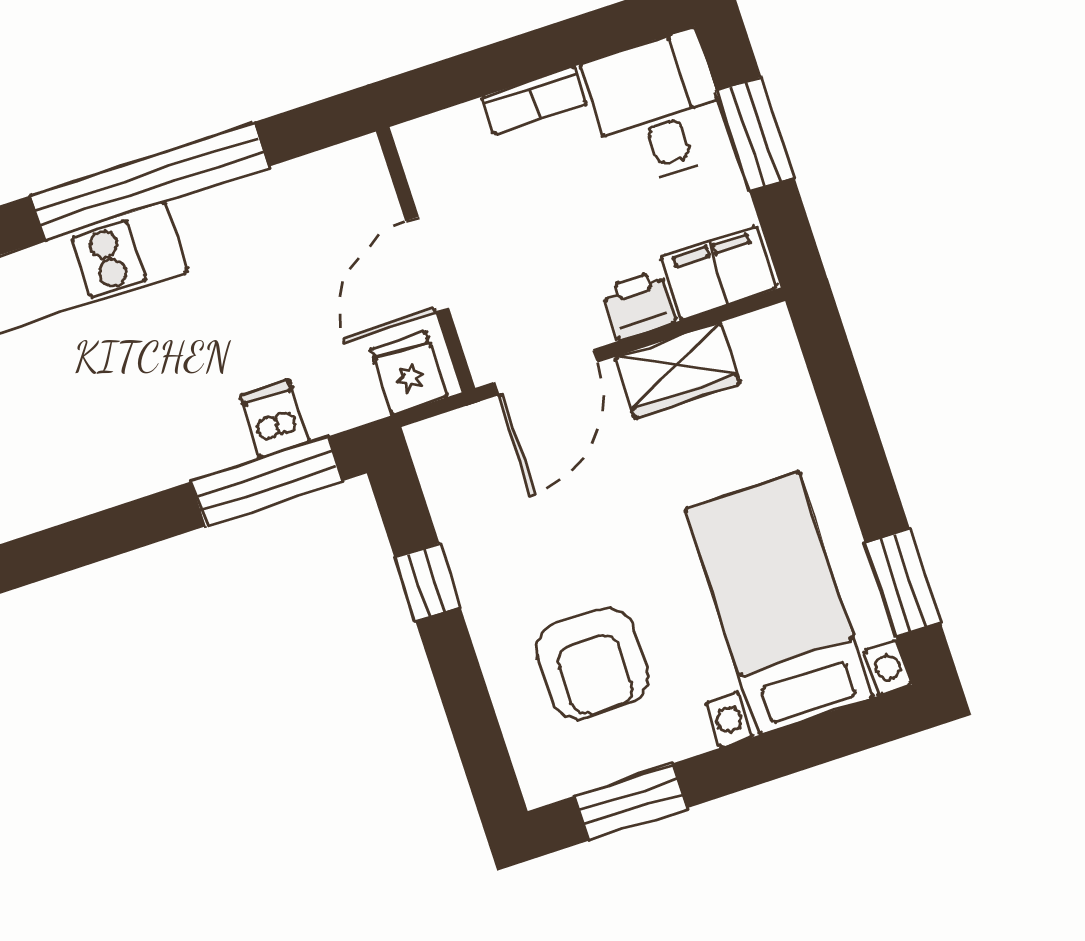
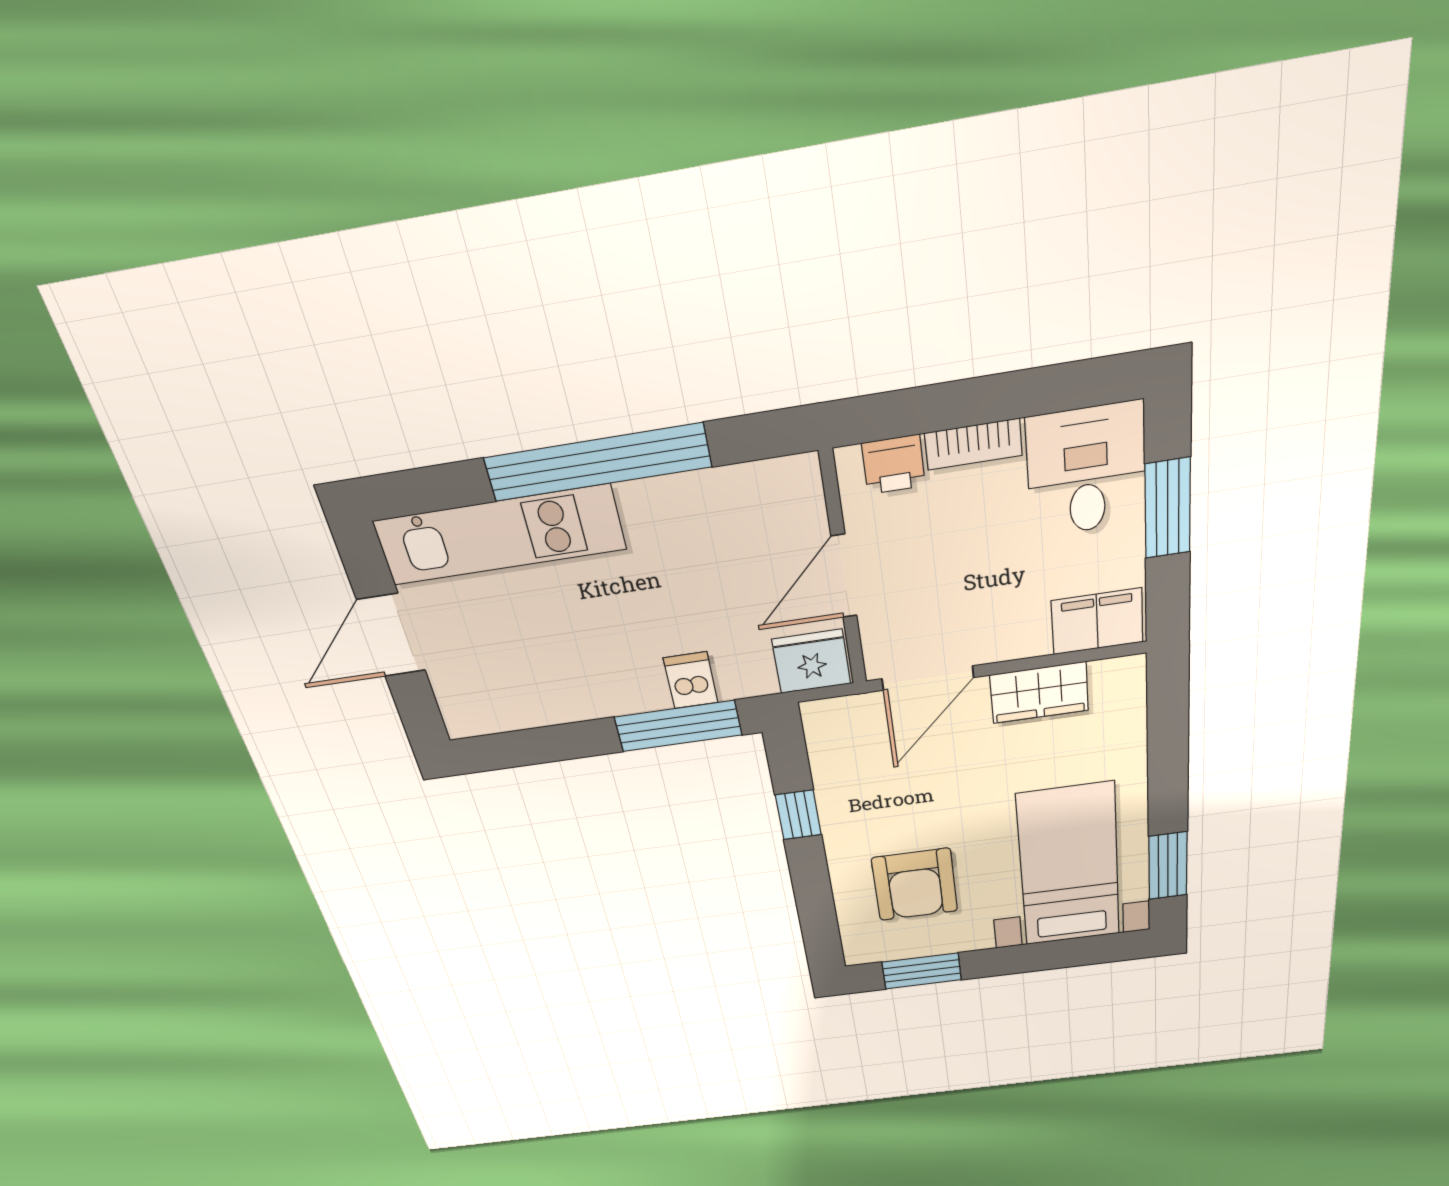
printer: (639, 305) -> (894, 465), moved, turned 180
fridge: (409, 373) -> (811, 662), width x1.38

